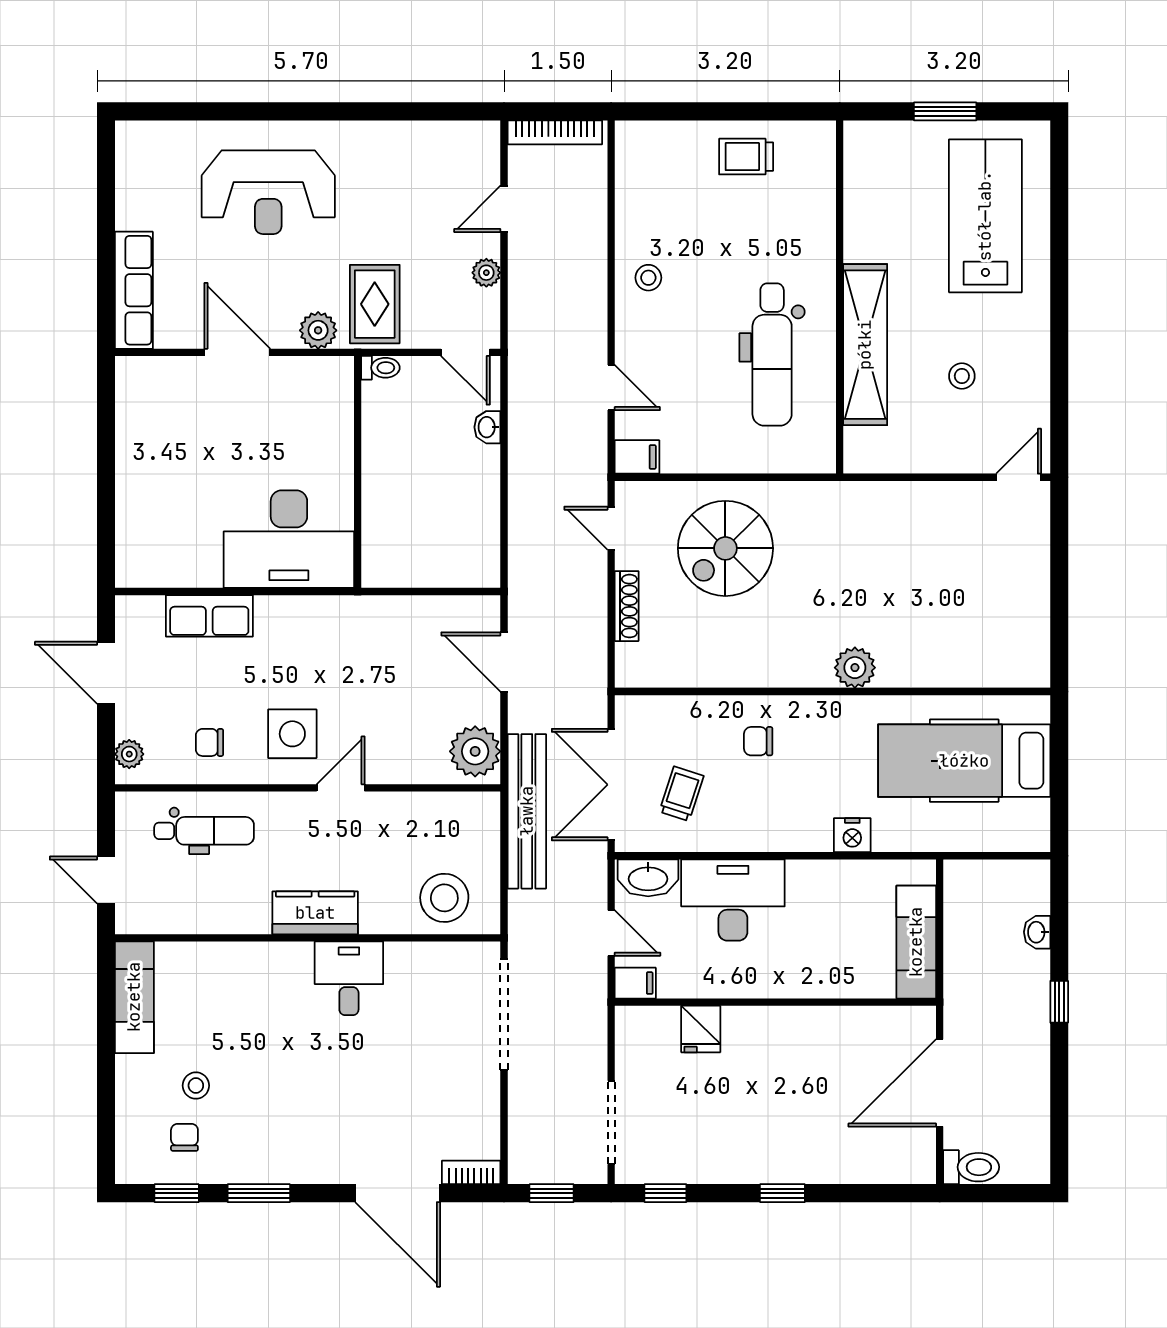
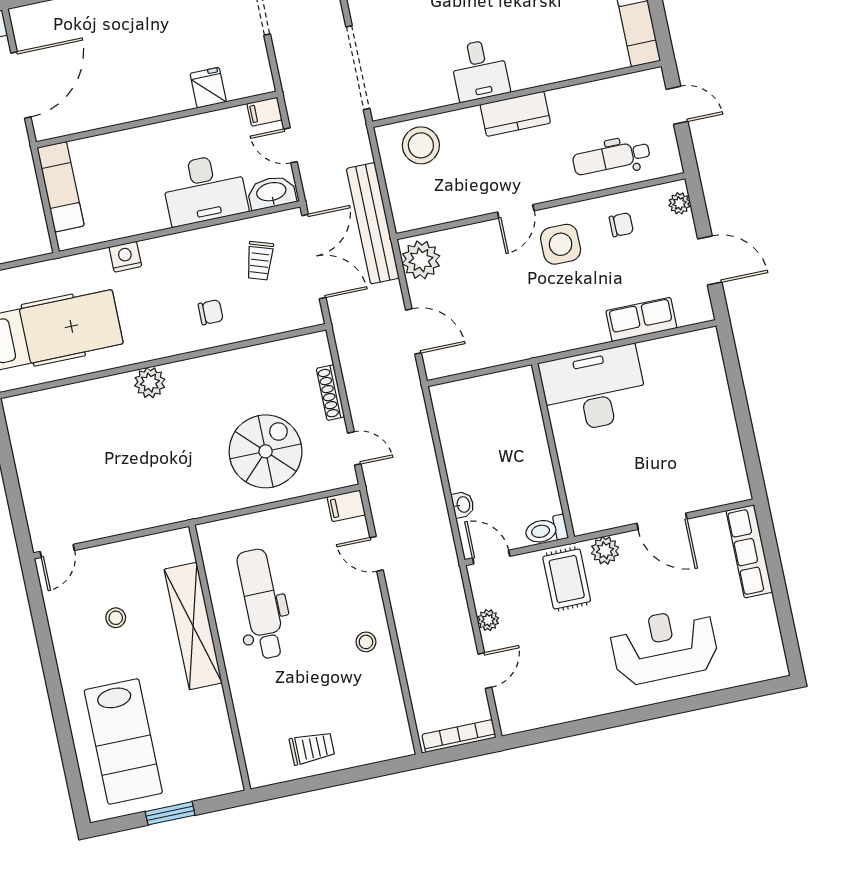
toilet: (380, 368) -> (546, 530), width x1.37, depth x1.39

